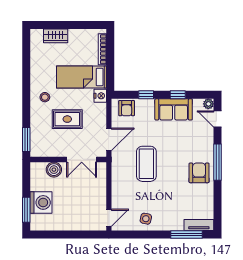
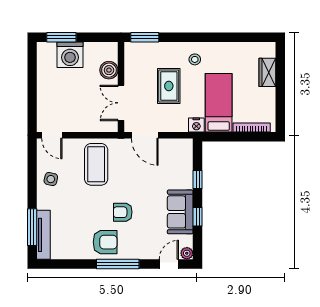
armchair: (127, 108) -> (123, 212), moved
coffee table: (146, 164) -> (96, 164), moved, turned 90
tv unit: (199, 225) -> (43, 235), width x1.41

